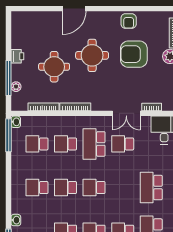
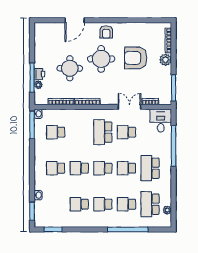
door: (74, 9) -> (75, 20), moved
armchair: (129, 21) -> (106, 32), moved
printer: (17, 56) -> (39, 74), moved
double door: (126, 113) -> (129, 107), swing flipped
school desk: (66, 144) -> (126, 168), moved

